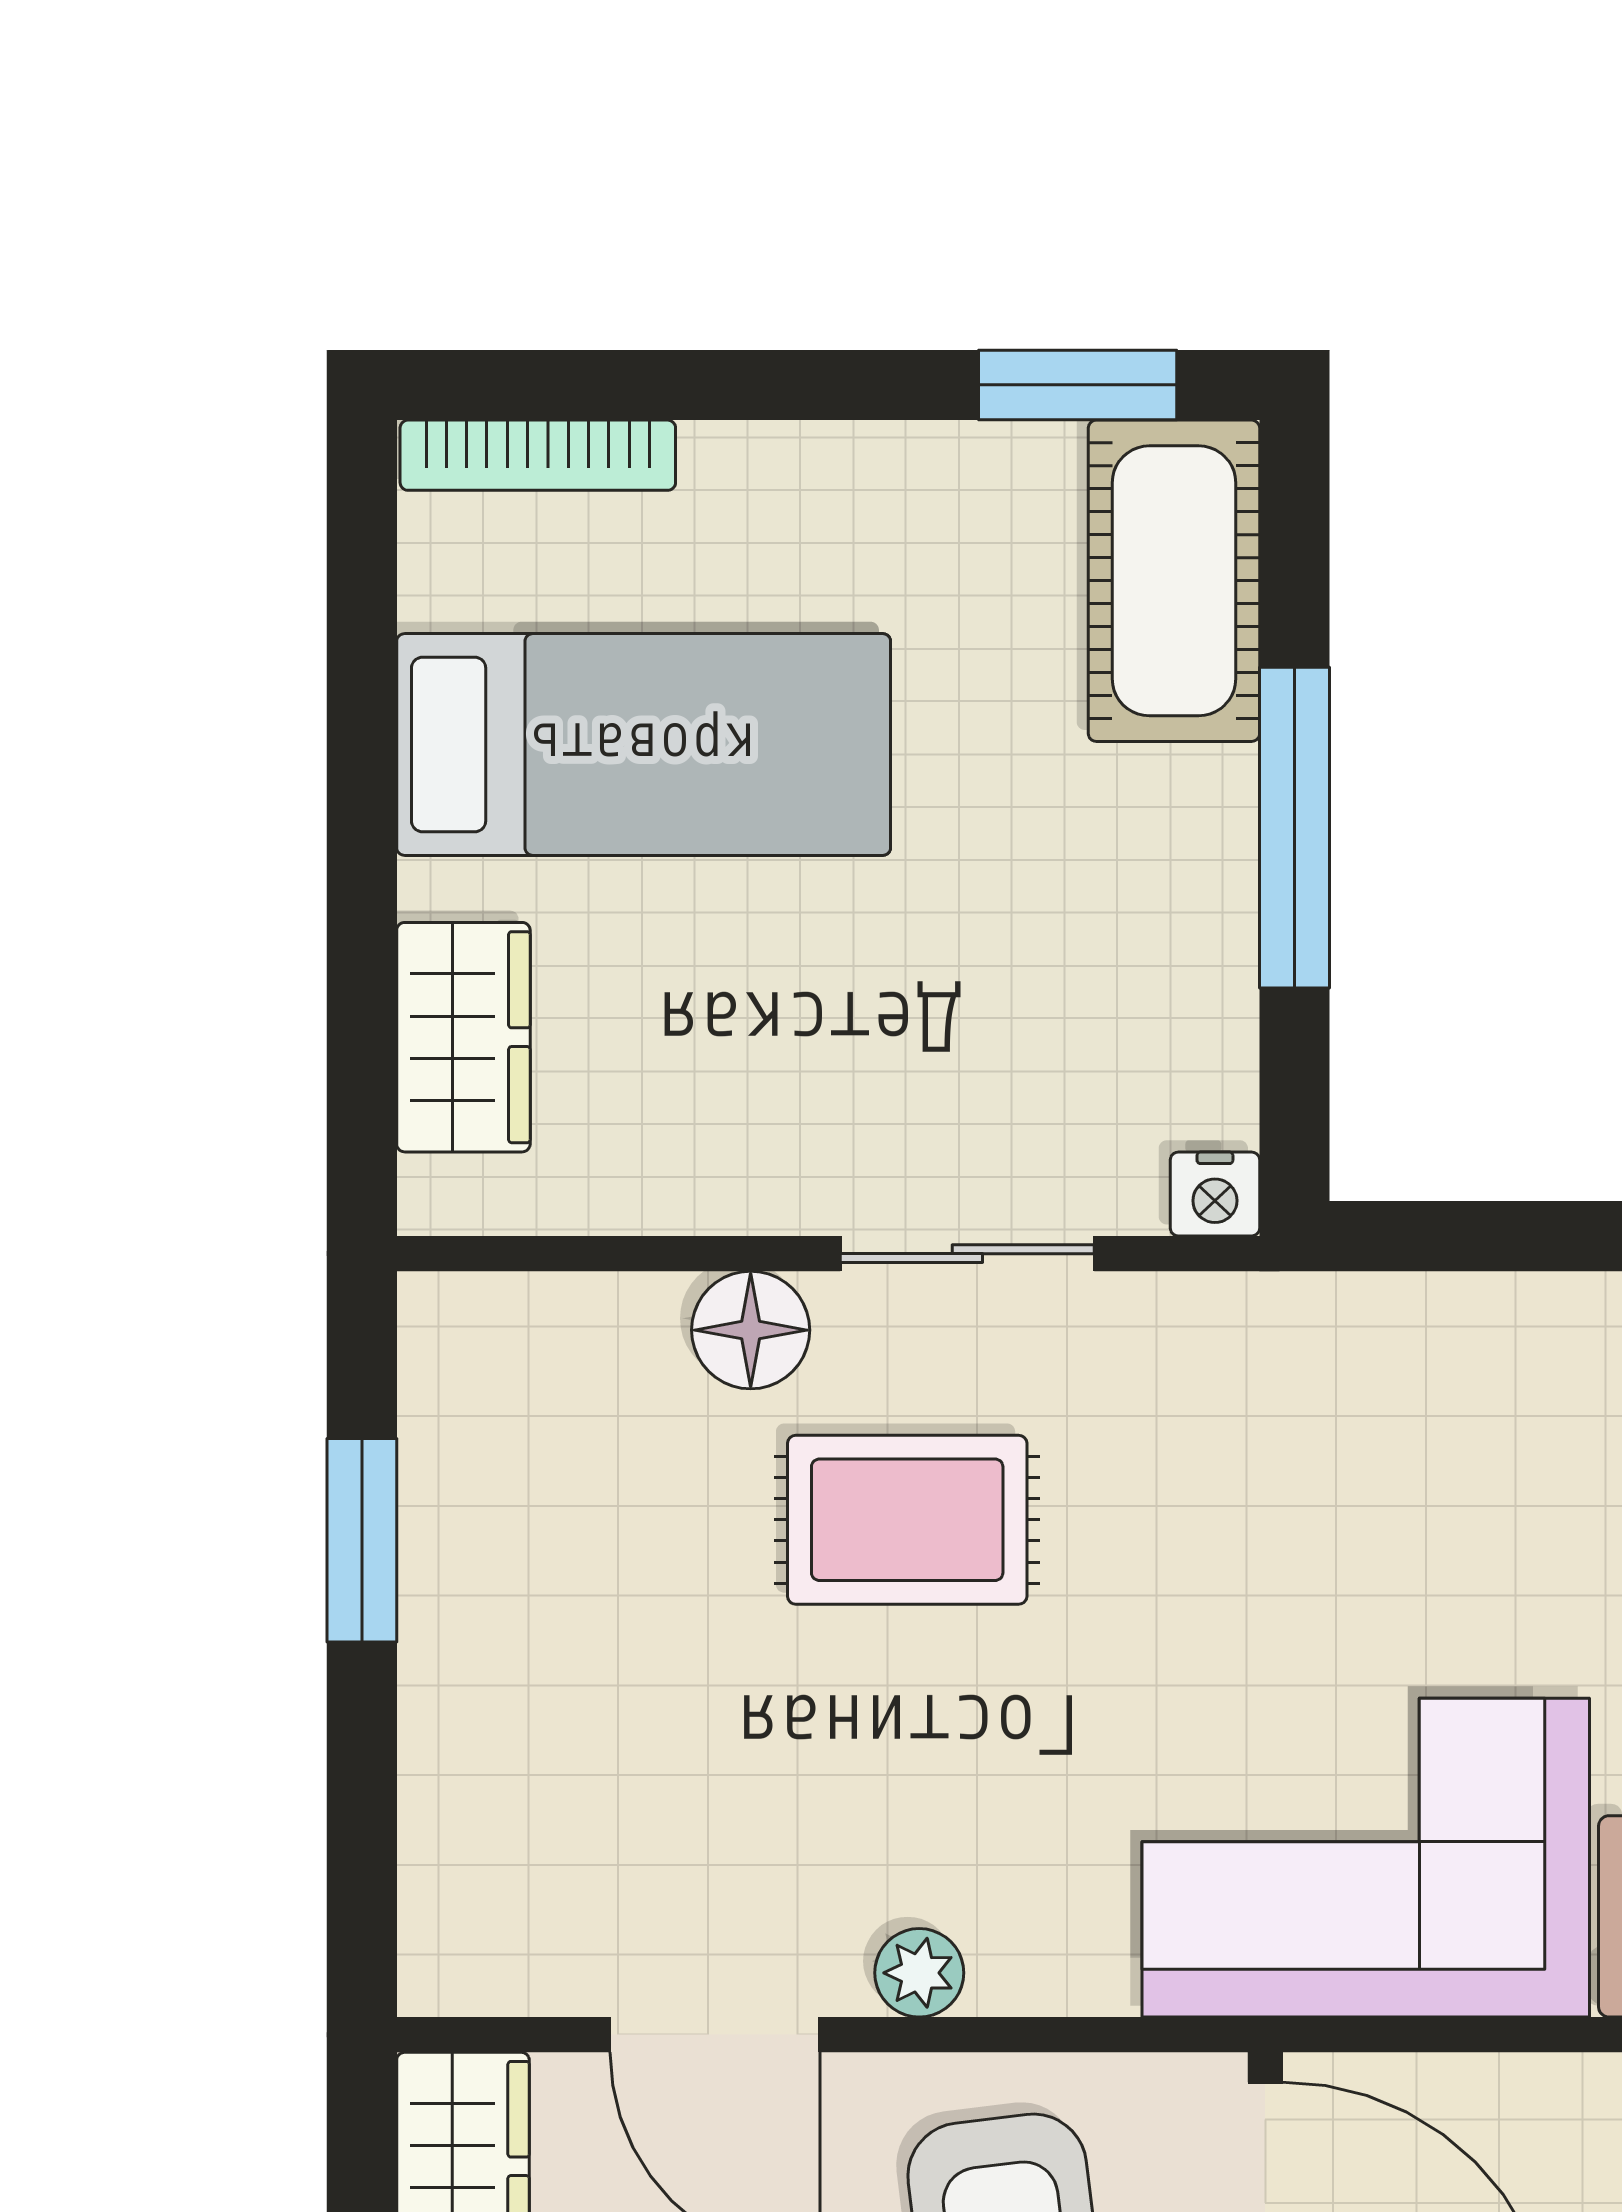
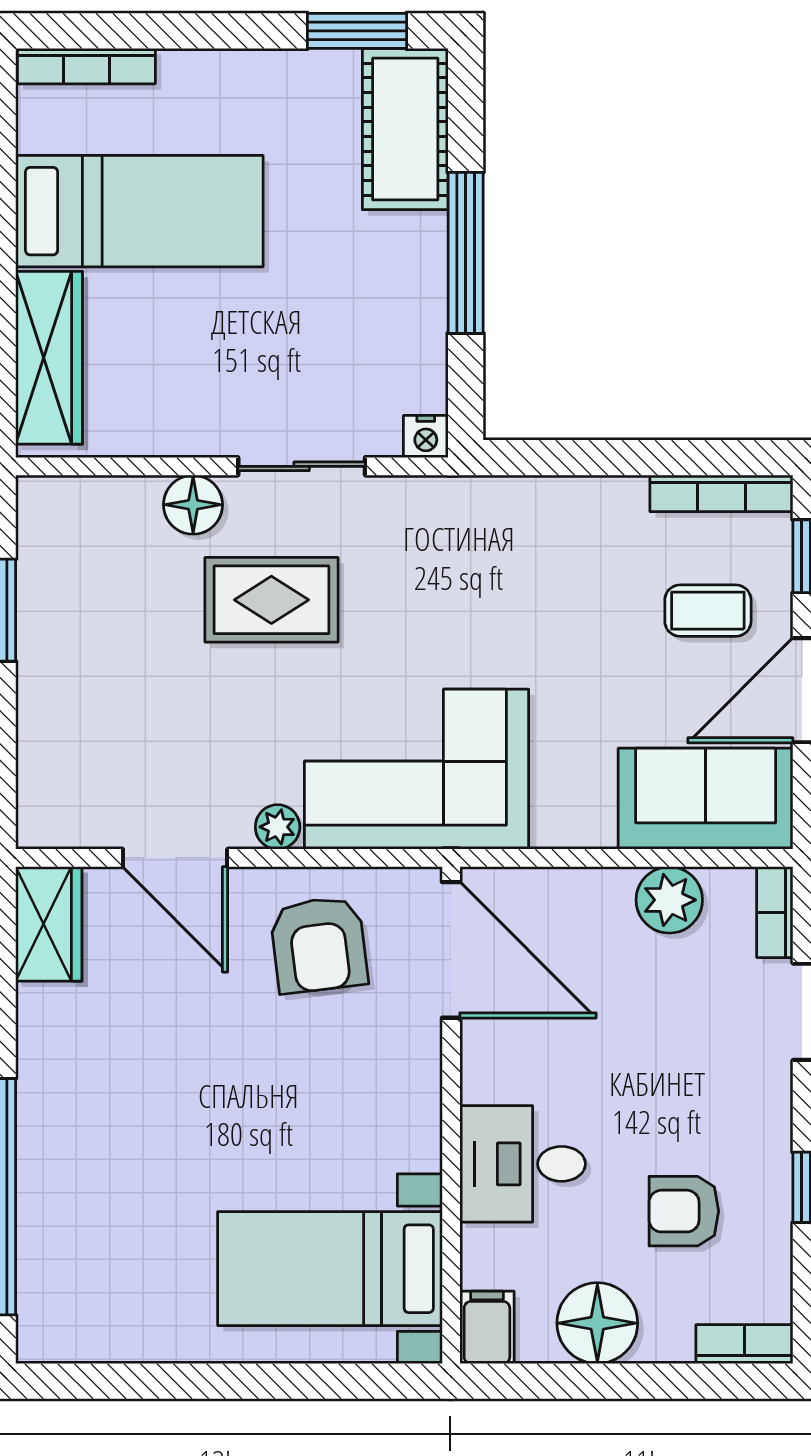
wardrobe: (463, 1037) -> (49, 358), width x1.50
corner sofa: (1366, 1858) -> (417, 769), moved

